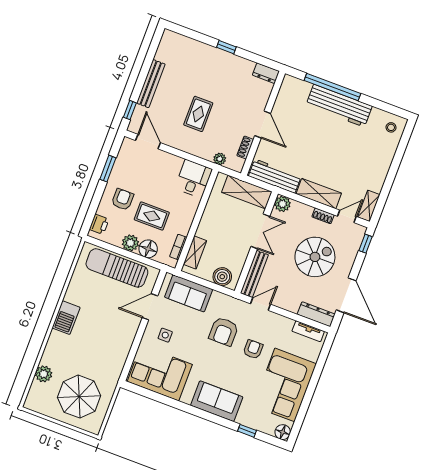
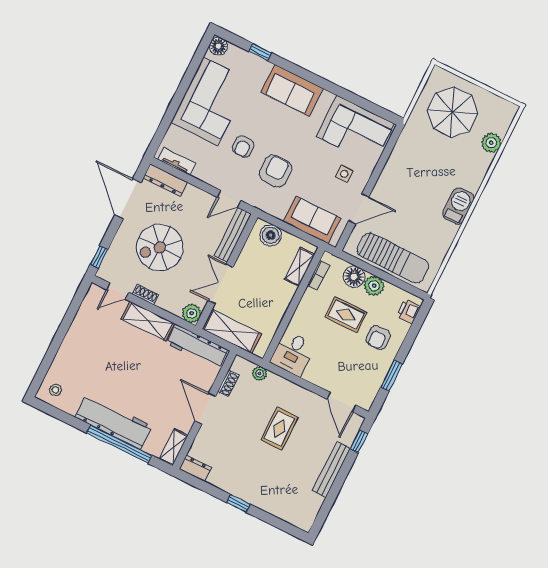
shelving: (369, 206) -> (174, 447), moved

